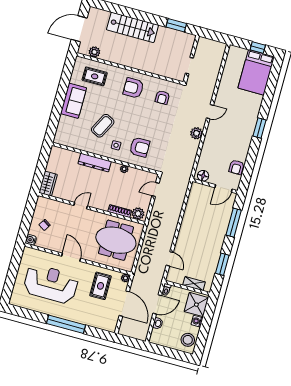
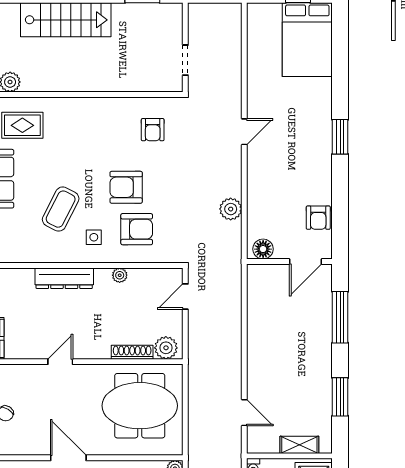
armchair: (133, 88) -> (126, 187), moved
plant: (196, 133) -> (231, 209), moved

